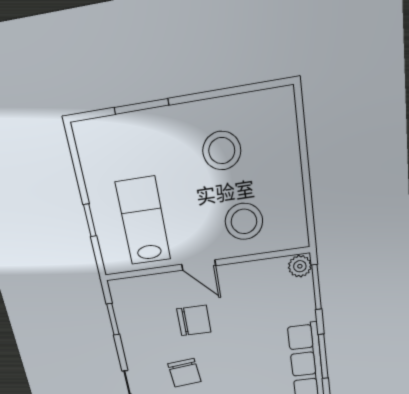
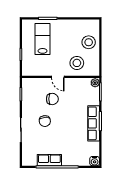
stool: (222, 151) -> (89, 42), moved
lab bench: (143, 221) -> (43, 39), moved

